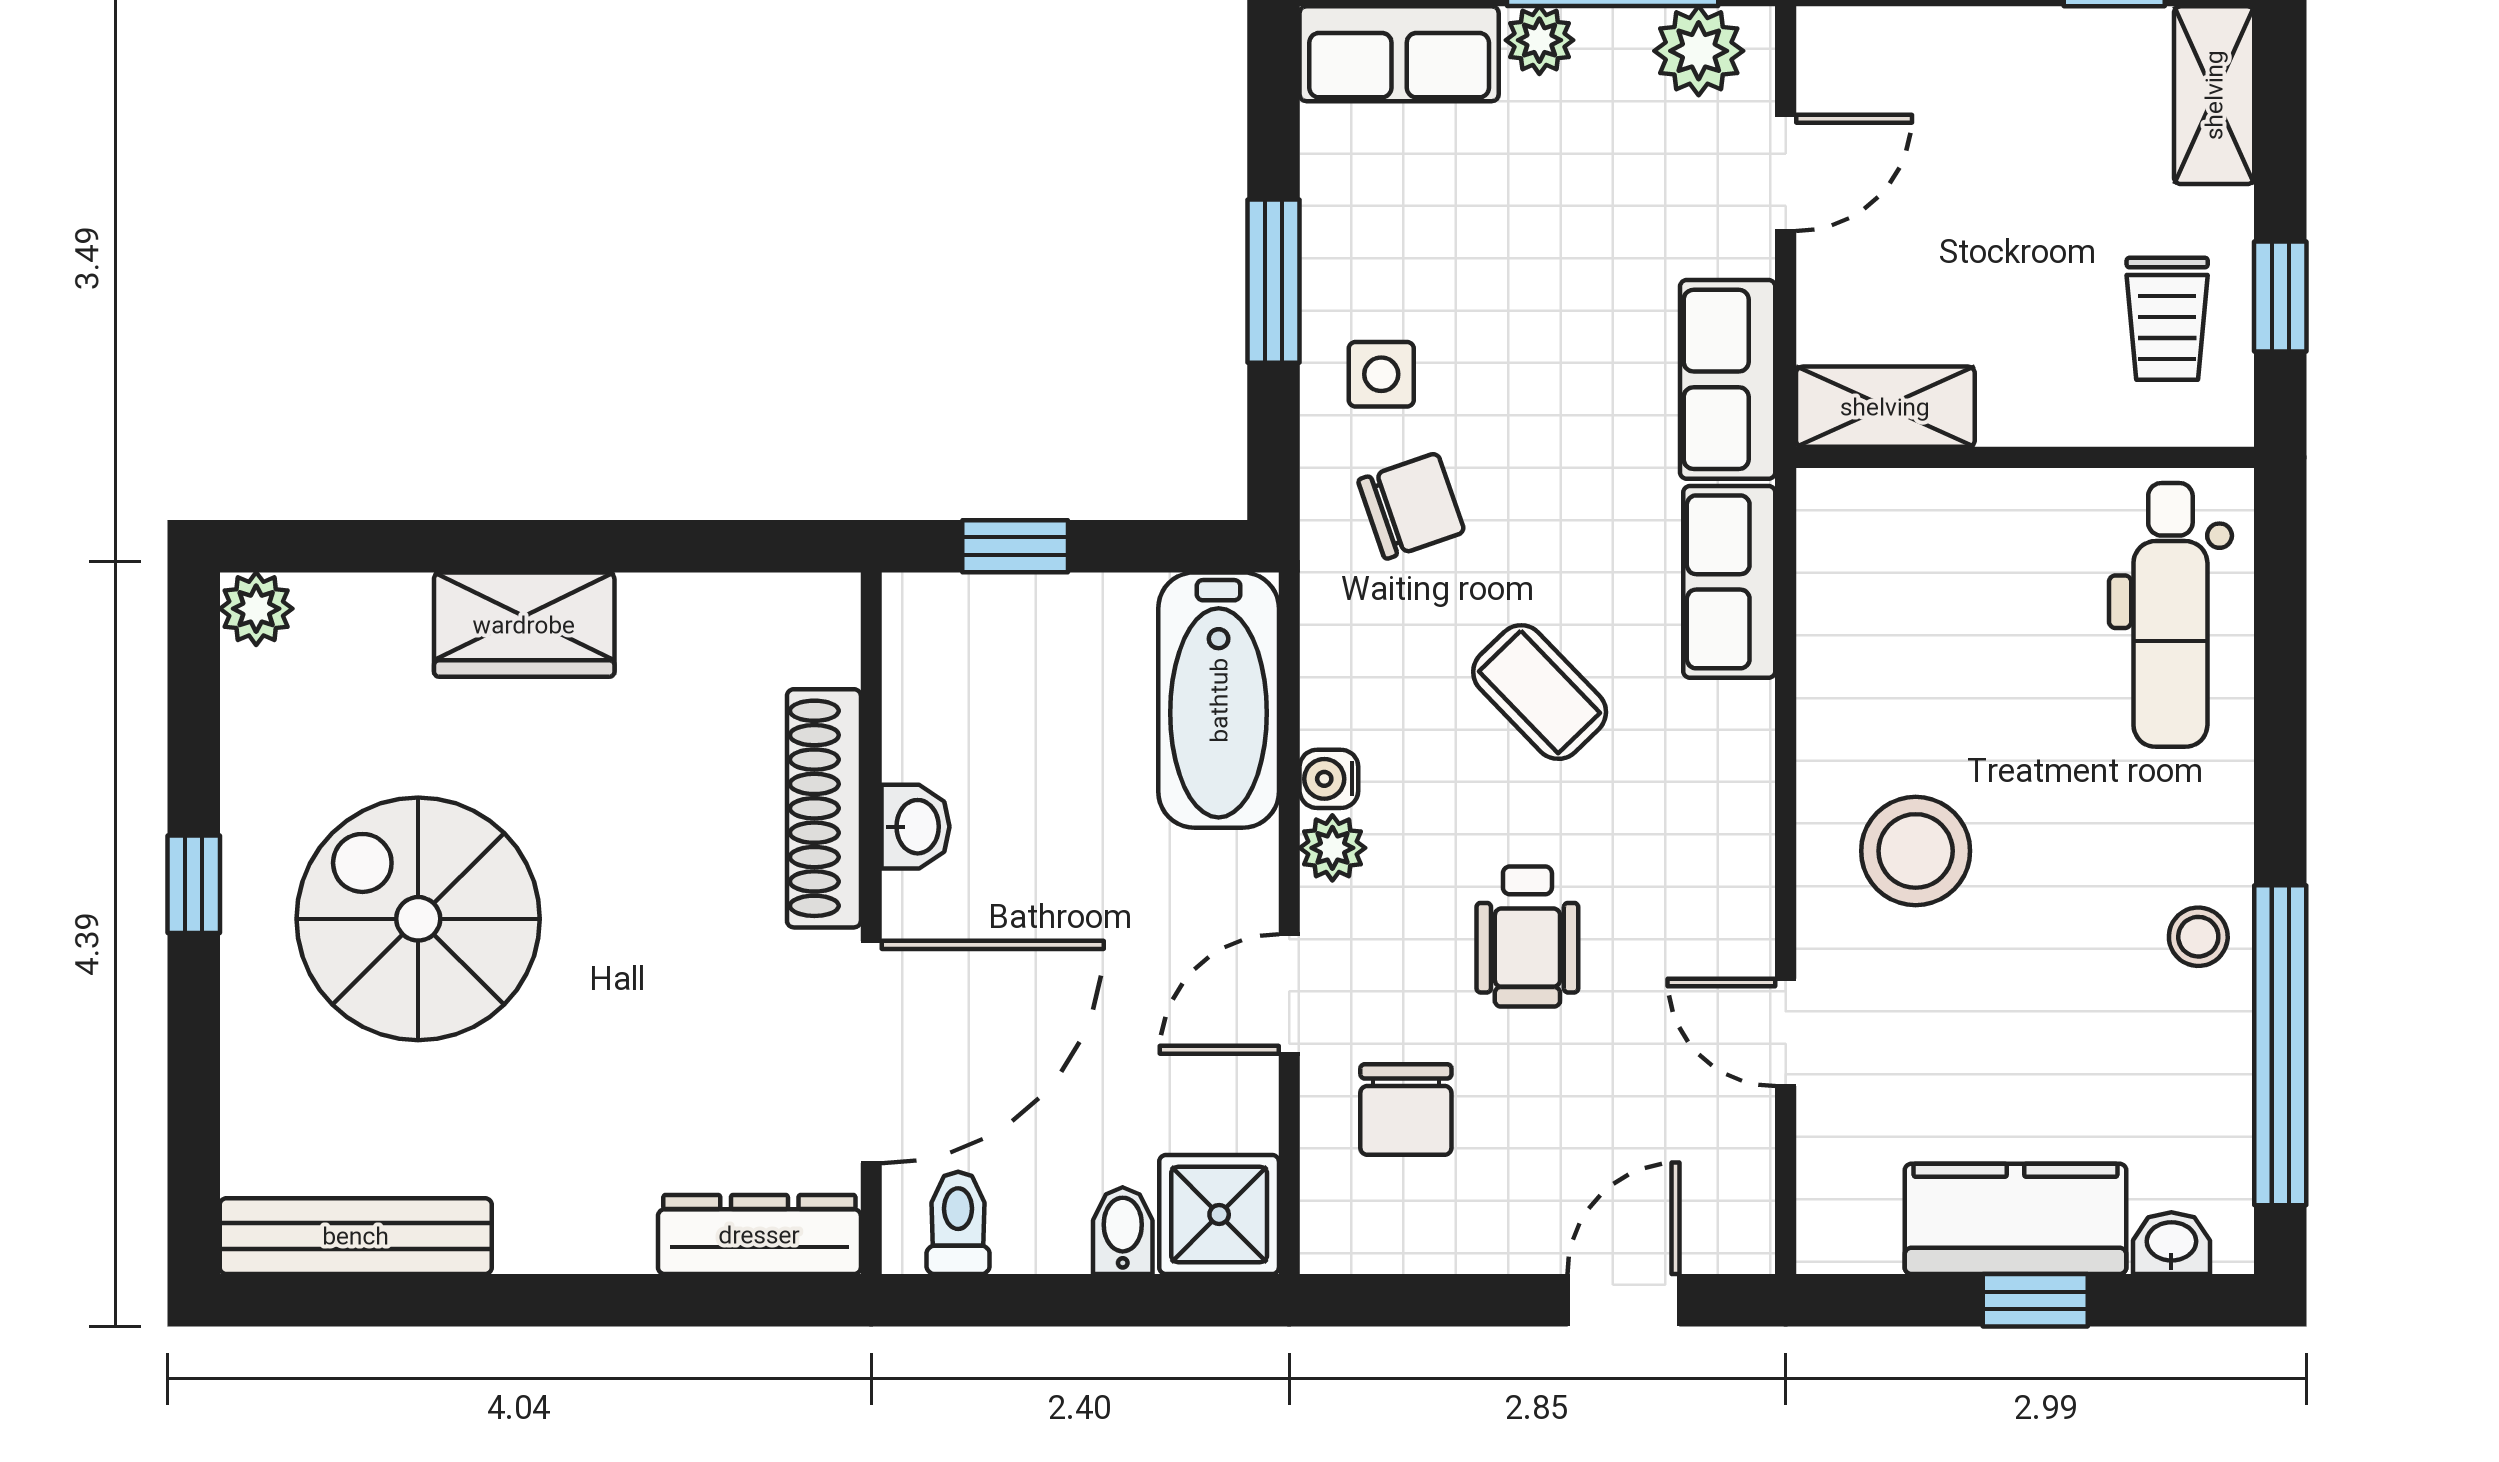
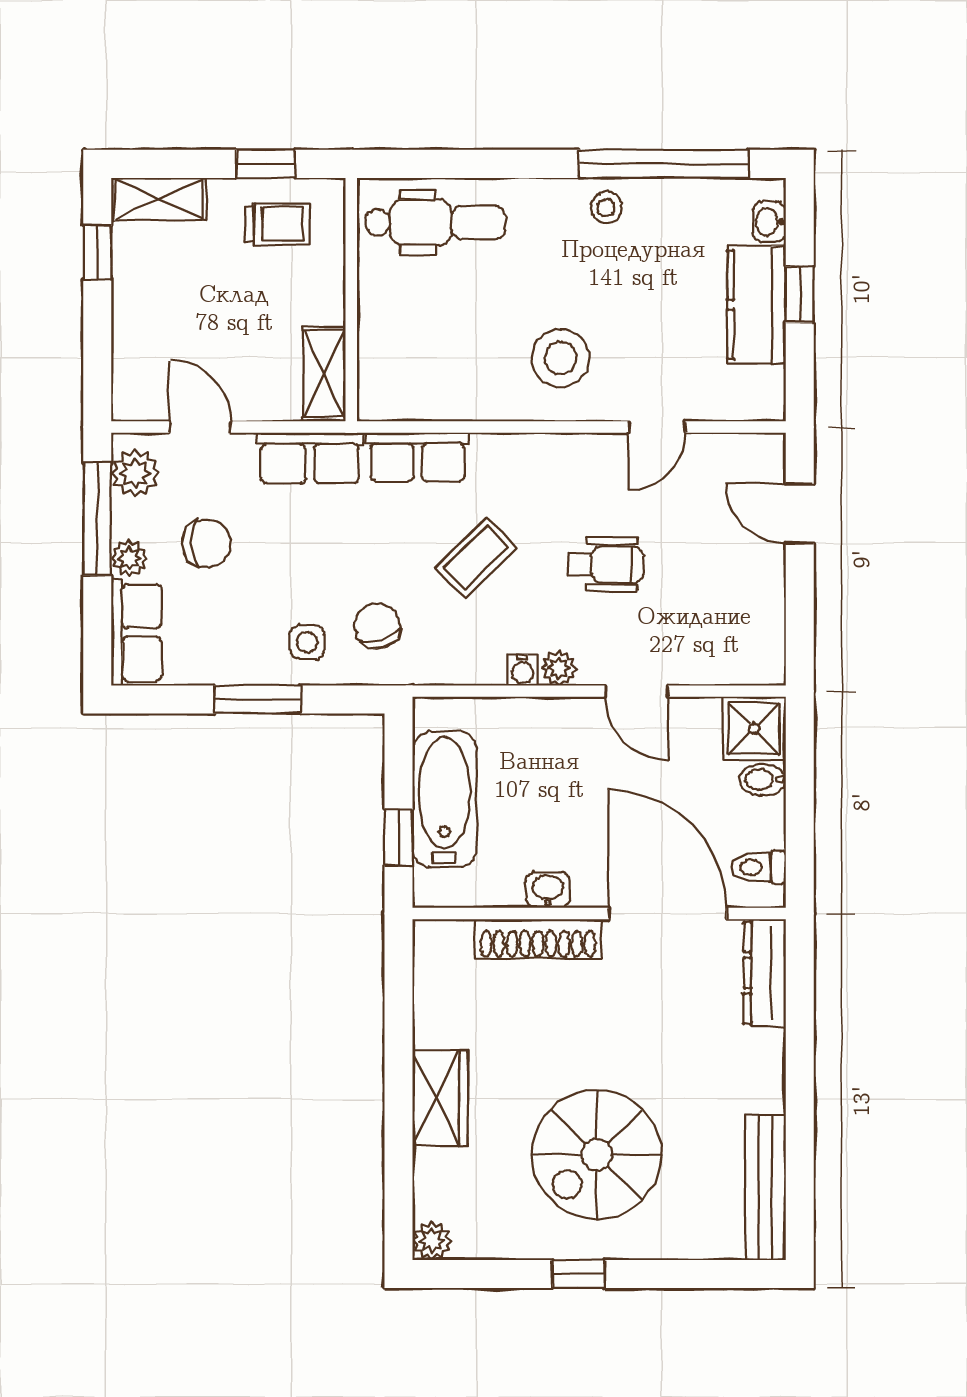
bathtub: (1219, 700) -> (444, 799), moved, turned -90
chair: (1406, 1109) -> (206, 543), moved

